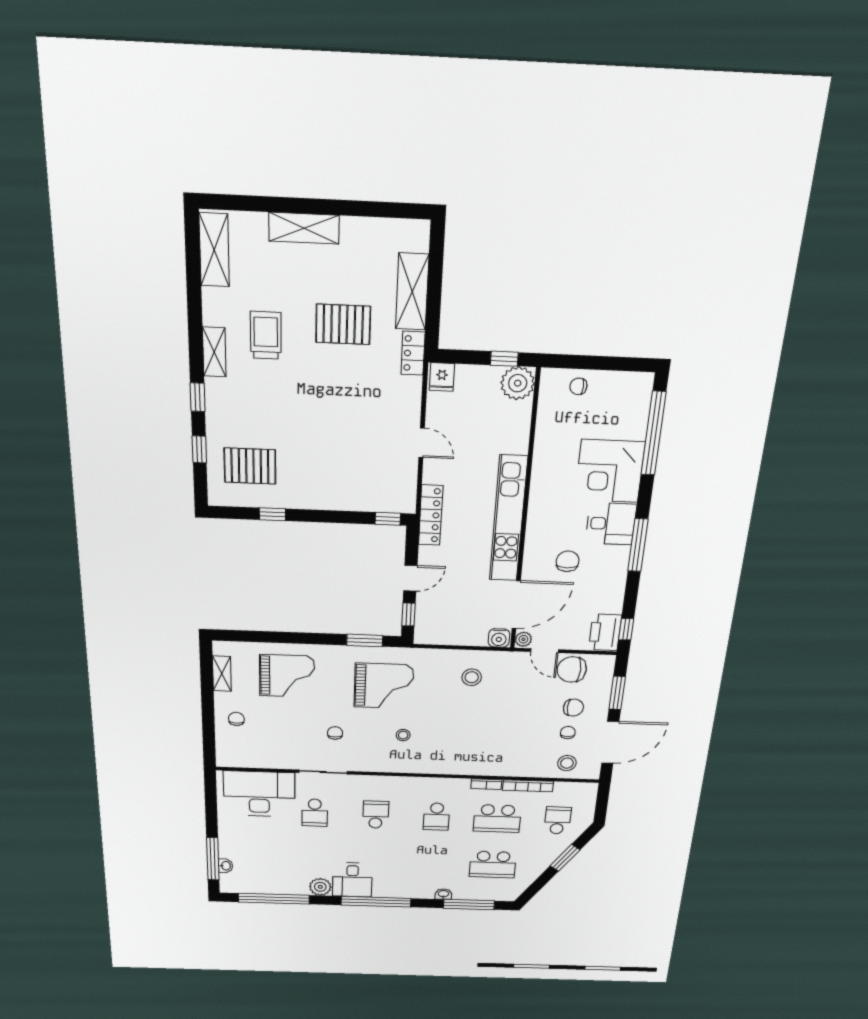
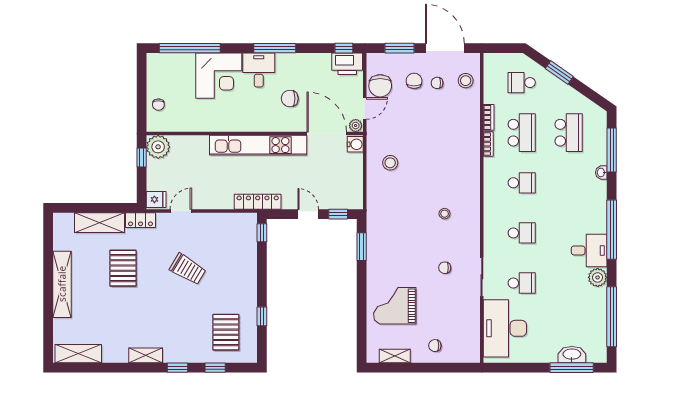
shelving: (304, 228) -> (62, 284), width x1.47
trolley: (266, 335) -> (188, 269), moved, turned -149
door: (422, 443) -> (181, 211), moved
grand piano: (287, 676) -> (395, 306), turned -90
grand piano: (384, 686) -> (401, 231), removed
bookcase: (528, 786) -> (489, 117), width x0.64
school desk: (376, 815) -> (522, 233), turned 180
washbasin: (226, 866) -> (572, 355), width x1.91, depth x1.45

